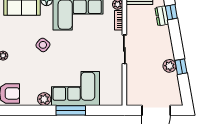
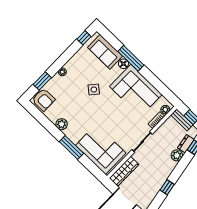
plant: (169, 66) -> (177, 155), moved
corner sofa: (75, 88) -> (101, 149), moved
wardrobe: (133, 88) -> (124, 171), added

